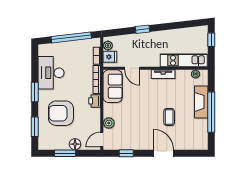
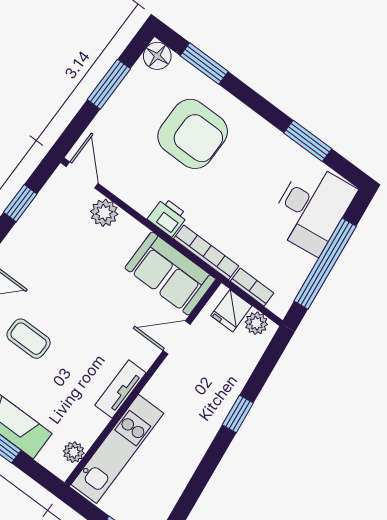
desk: (51, 73) -> (312, 208), moved, turned 83
window: (35, 92) -> (308, 141), moved
armchair: (61, 113) -> (193, 134), turned 90
floor lamp: (75, 144) -> (157, 56), moved

